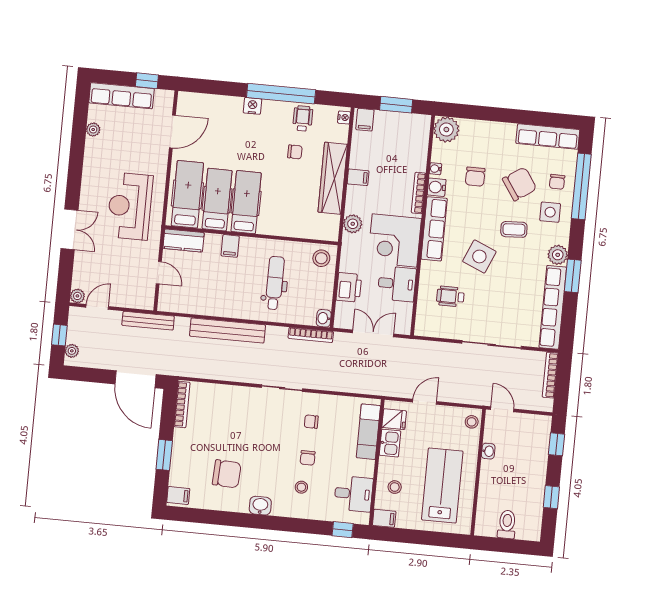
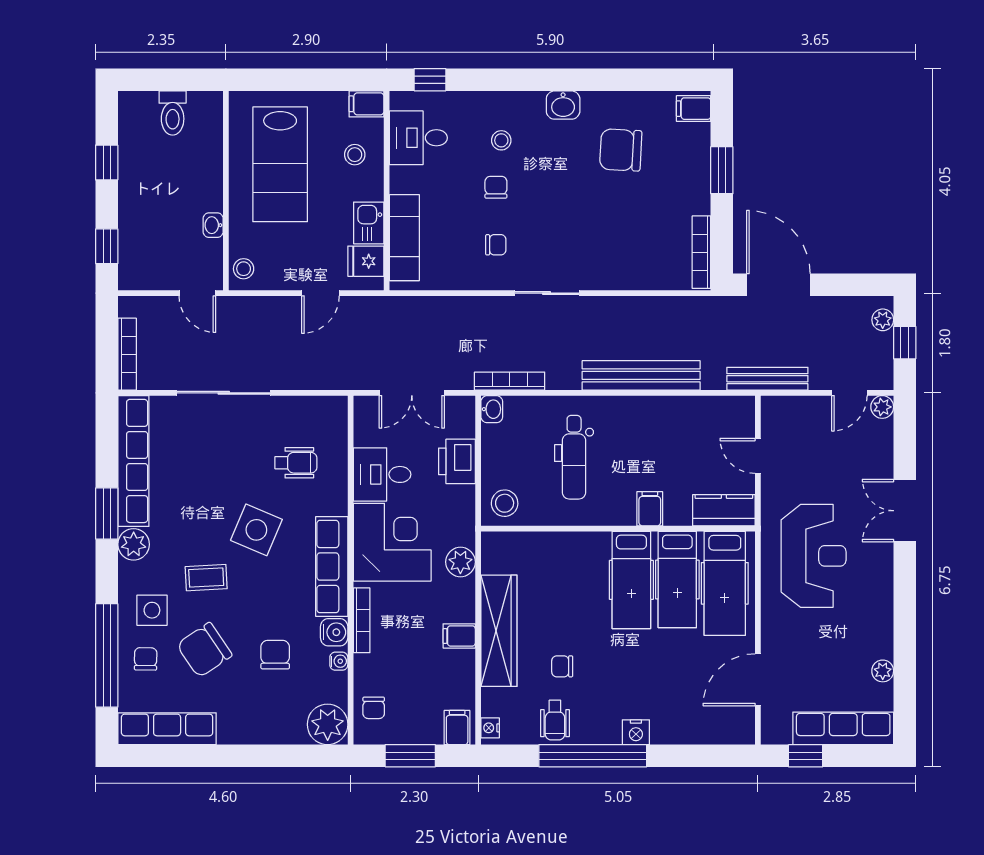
chair: (416, 137) -> (374, 708), added

